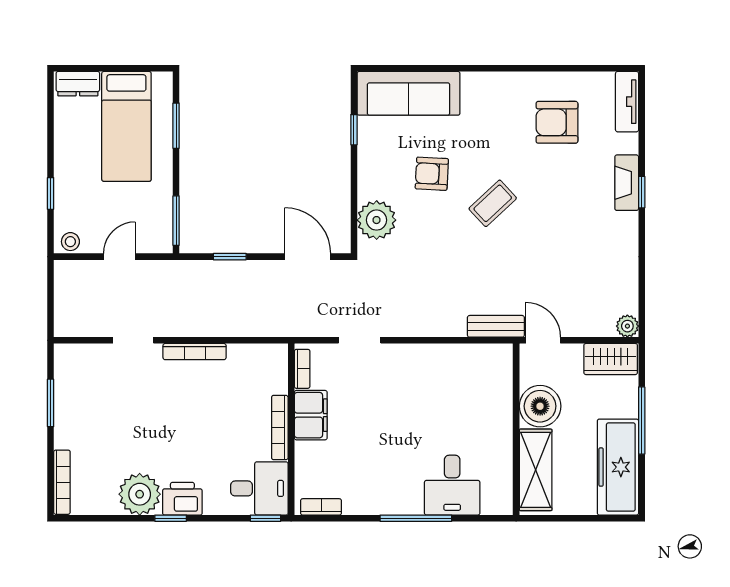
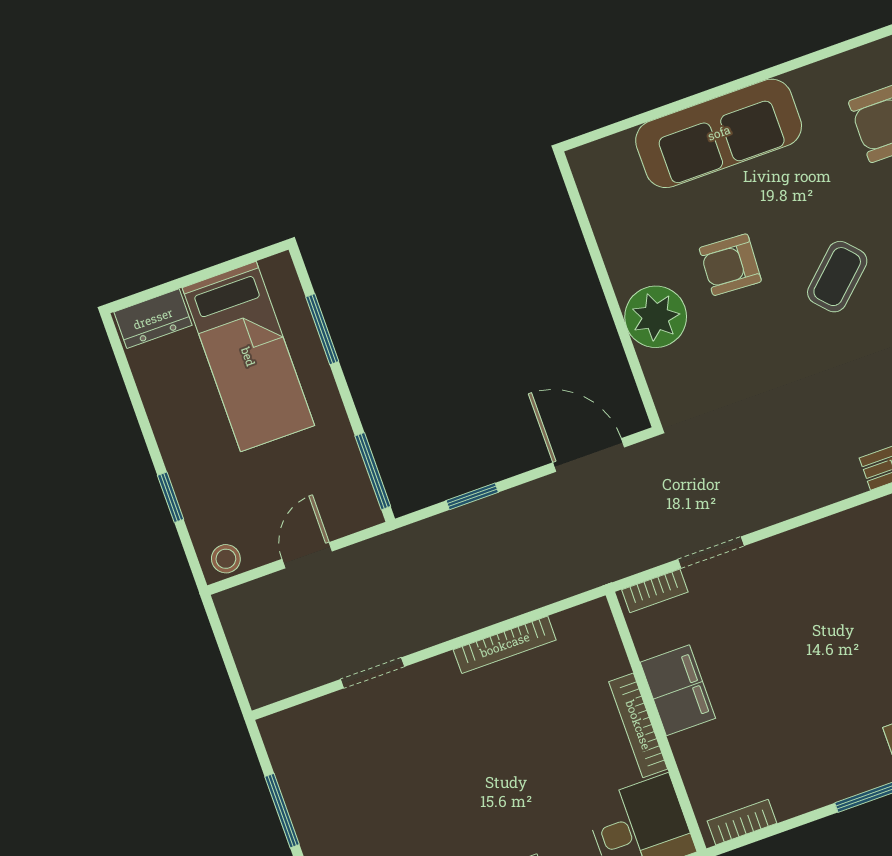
sofa: (409, 93) -> (719, 133), moved
window: (354, 130) -> (590, 240), removed
plant: (377, 220) -> (656, 317), moved
bookcase: (195, 352) -> (505, 645), moved
bookcase: (302, 369) -> (655, 591), moved, turned 90

